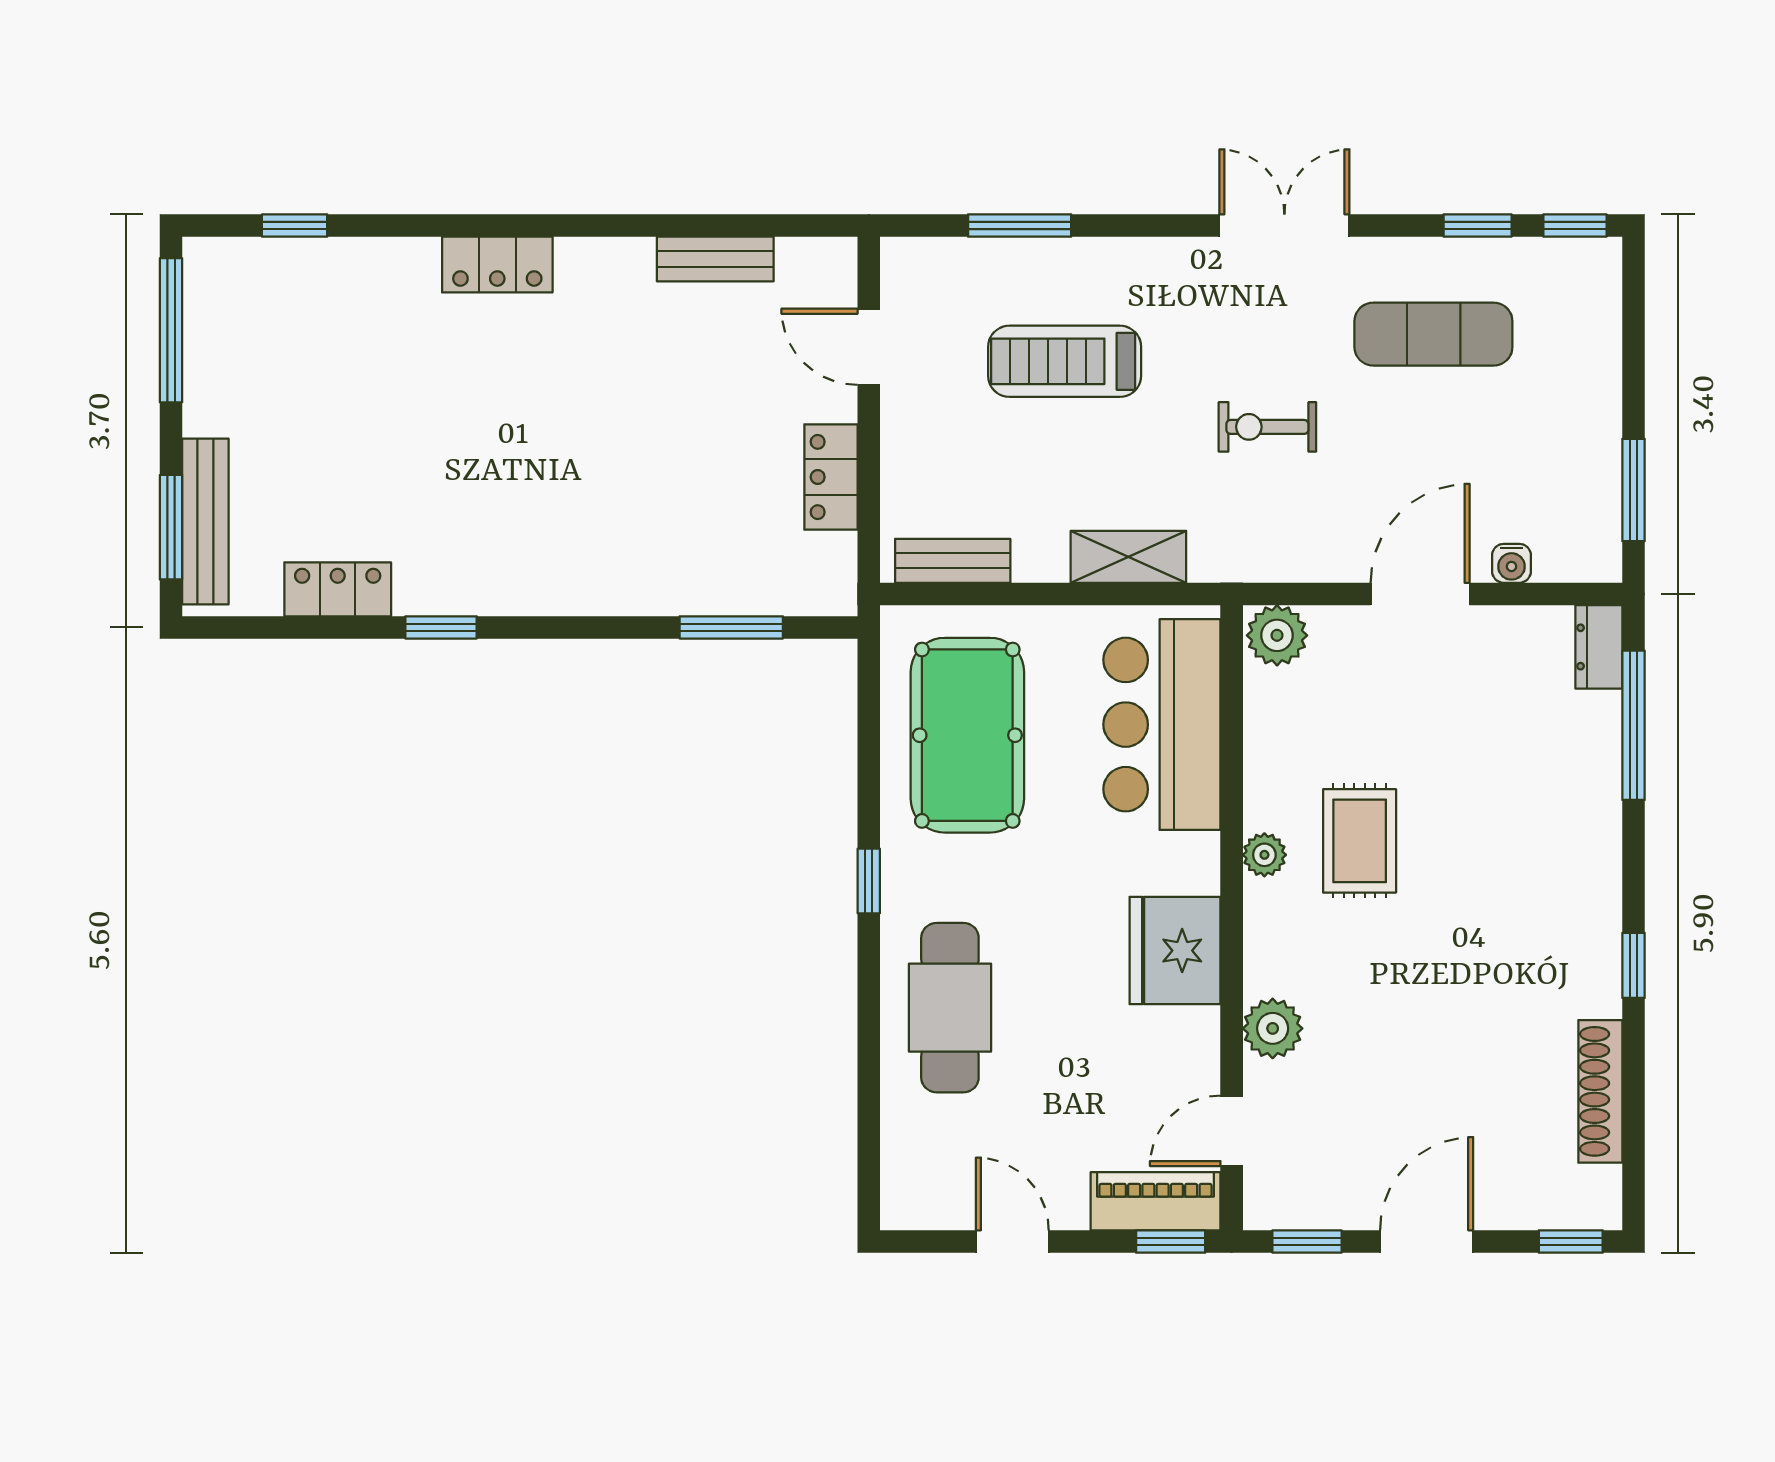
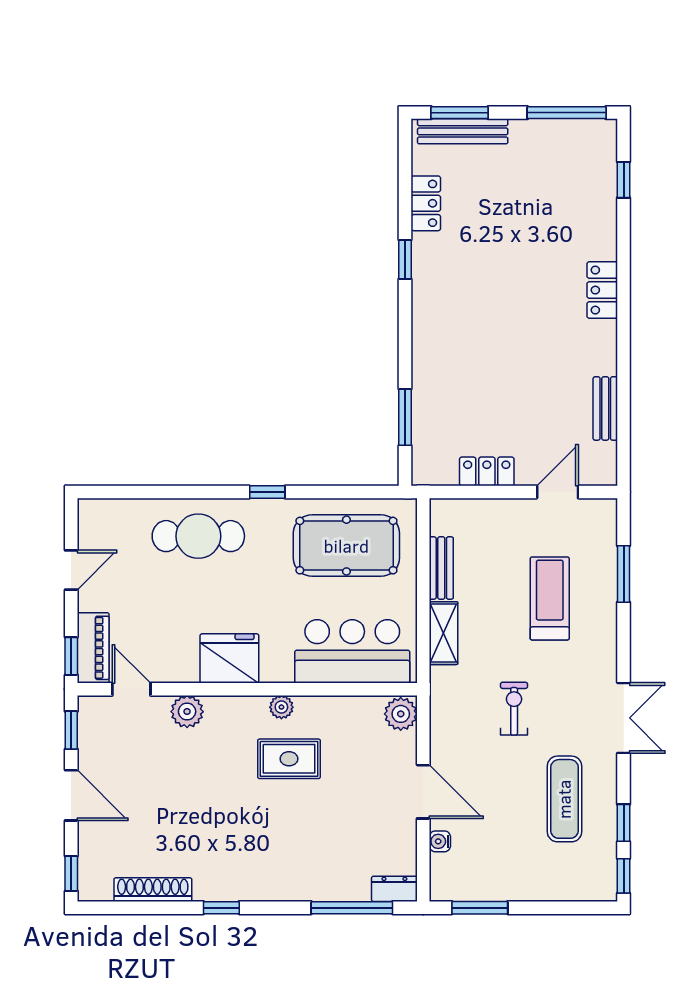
bench: (953, 561) -> (441, 568), moved

